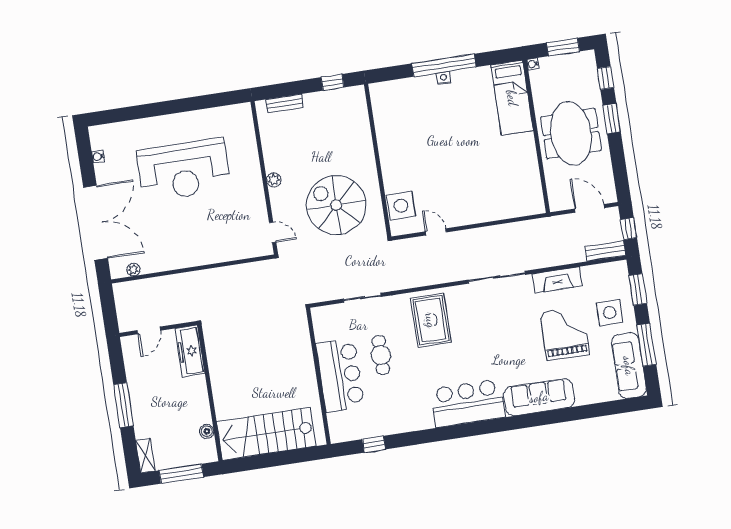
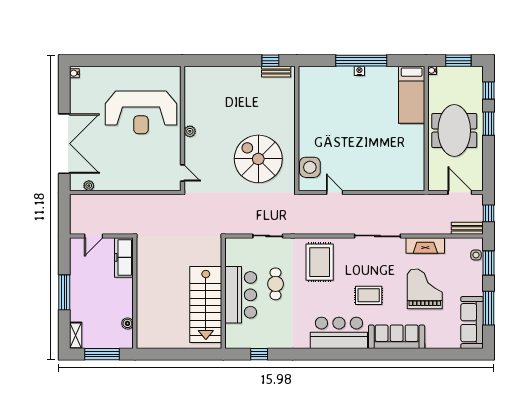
bench: (285, 103) -> (276, 72), moved
water cooler: (98, 157) -> (74, 73), moved
wall: (264, 178) -> (182, 128), moved
plant: (274, 180) -> (190, 131), moved
door: (273, 232) -> (182, 173), moved
side table: (610, 313) -> (476, 255), moved, width x0.54, depth x0.54
rug: (497, 352) -> (369, 295), added
stairs: (266, 434) -> (206, 305), moved, turned -90

